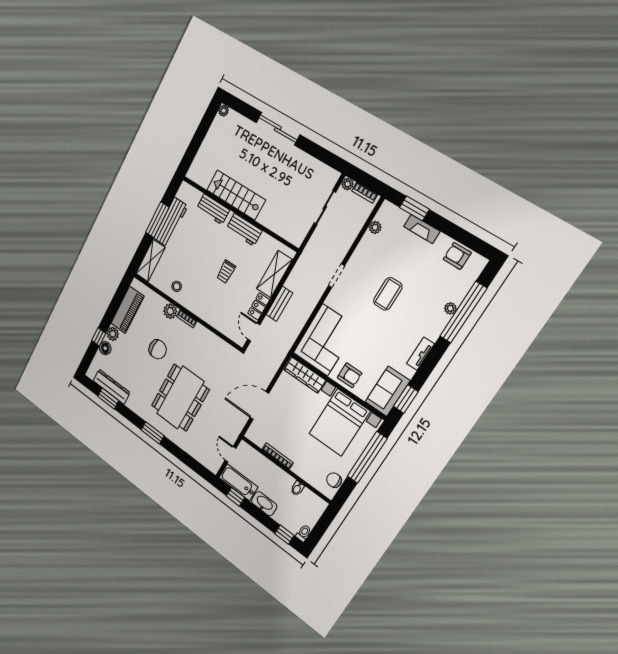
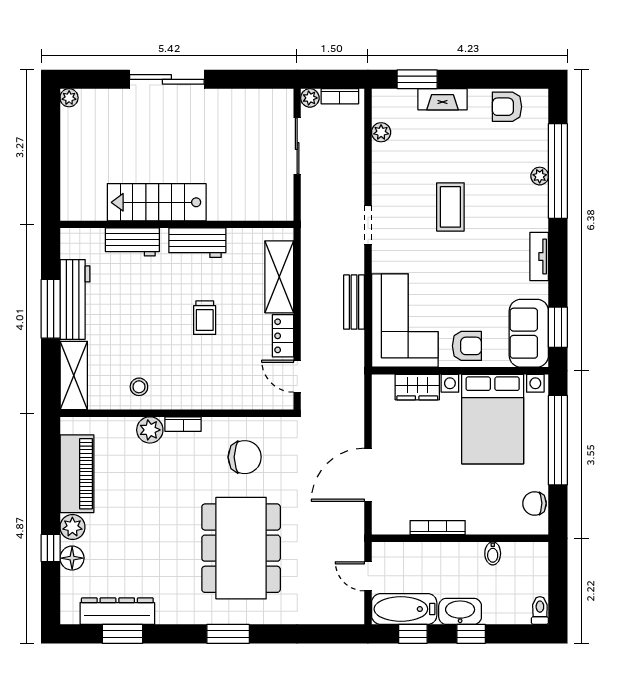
bench: (279, 304) -> (354, 302), moved
chair: (158, 349) -> (245, 457), moved
wardrobe: (305, 375) -> (417, 387), width x0.67
window: (284, 535) -> (471, 634), moved

